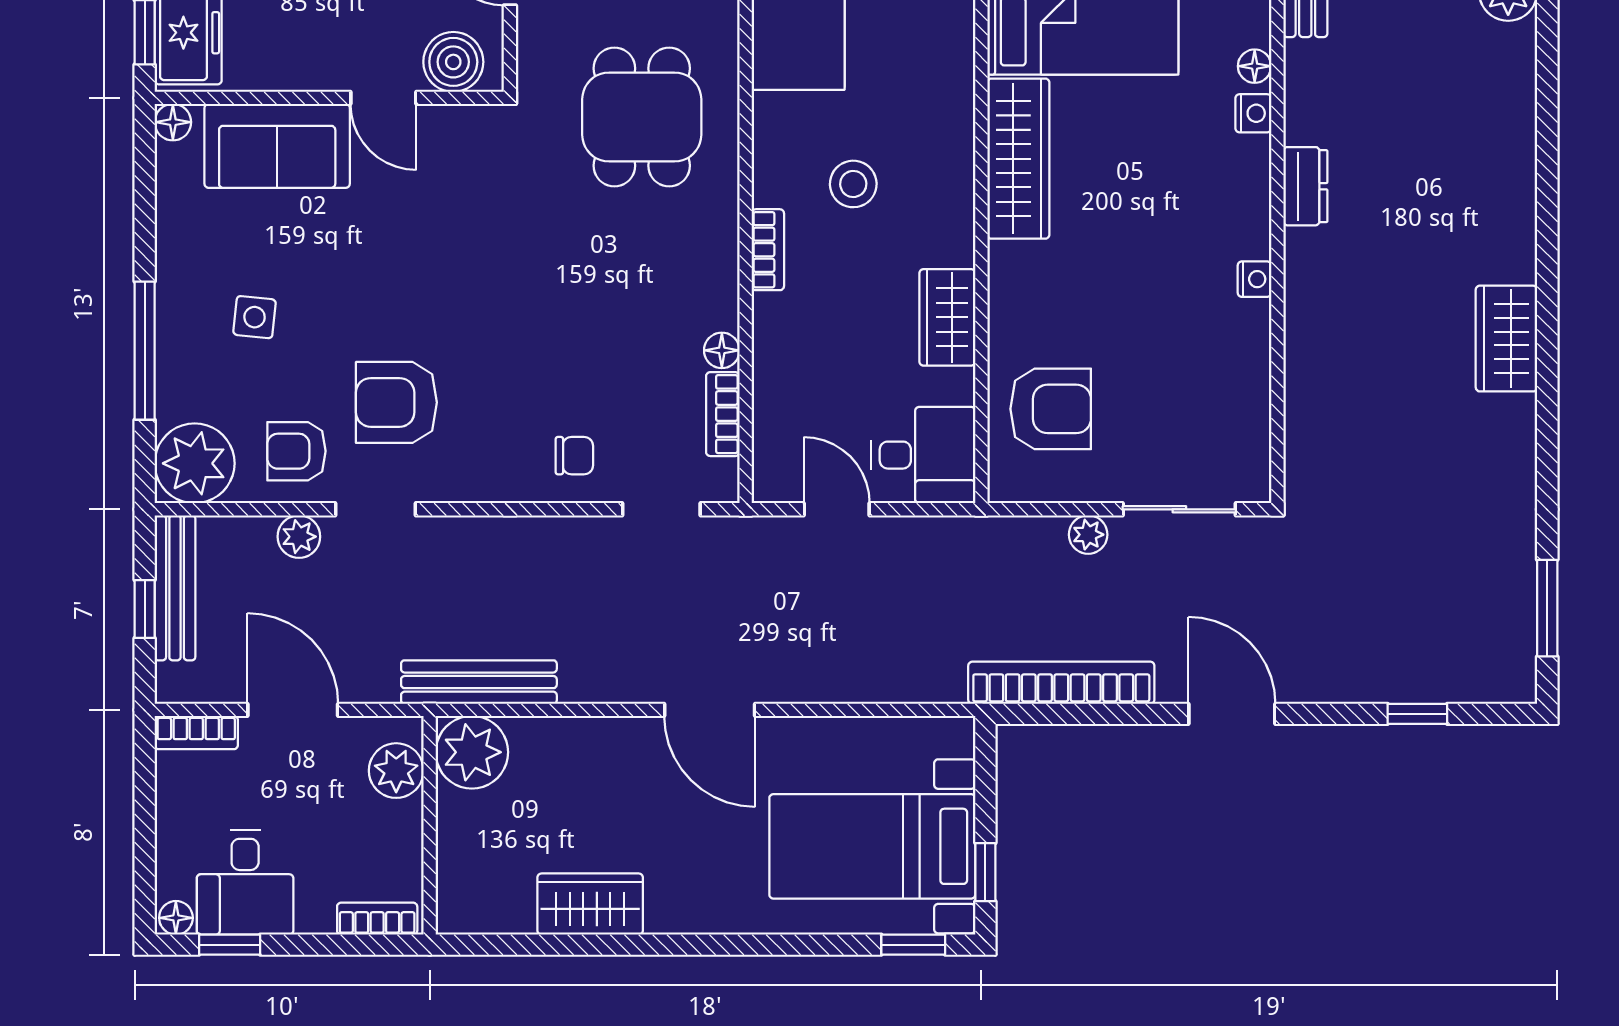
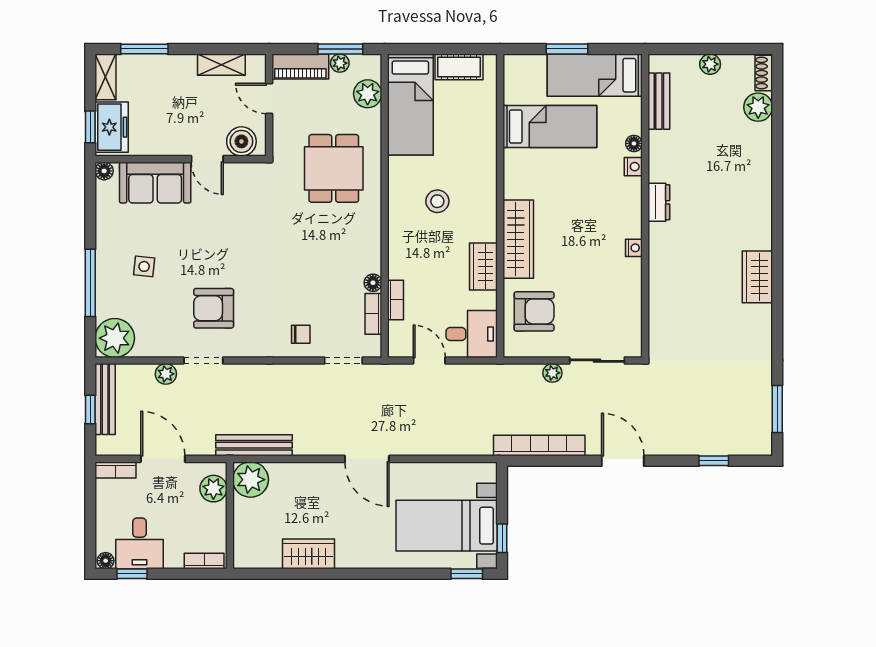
wardrobe: (1018, 159) -> (518, 239), moved
bookcase: (768, 250) -> (395, 300), moved
armchair: (296, 451) -> (165, 332), removed

